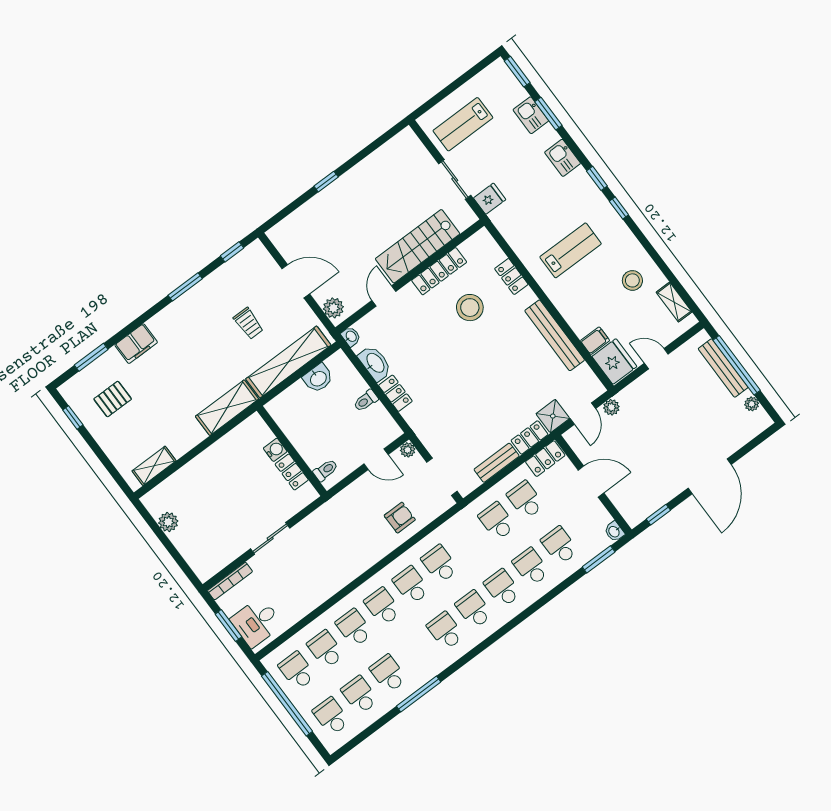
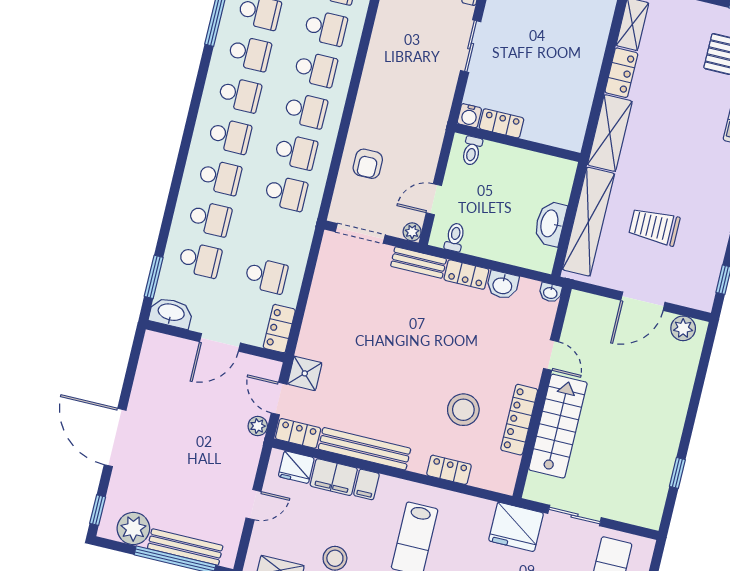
window: (326, 182) -> (677, 473), moved
fridge: (490, 199) -> (516, 527), width x1.88, depth x1.34
plant: (333, 308) -> (683, 328), moved
filing cabinet: (572, 311) -> (366, 484), added
trolley: (248, 323) -> (654, 227), width x1.36, depth x1.39
filing cabinet: (595, 341) -> (334, 477), width x2.00
fridge: (614, 361) -> (296, 467), width x0.73, depth x0.75
washbasin: (375, 363) -> (502, 285), width x0.72
washbasin: (318, 378) -> (550, 224), width x1.38
toilet: (366, 401) -> (455, 237), moved
plant: (752, 404) -> (133, 528), width x1.87, depth x1.87
locker: (530, 437) -> (298, 433), moved, turned -90
locker: (187, 440) -> (621, 73), added
water cooler: (275, 450) -> (469, 116), moved
bench: (497, 463) -> (419, 263), moved, turned 90
window: (658, 515) -> (98, 510), moved
school desk: (497, 521) -> (286, 193), moved
washbasin: (614, 531) -> (171, 313), width x1.91, depth x1.45
school desk: (417, 652) -> (250, 53), added

